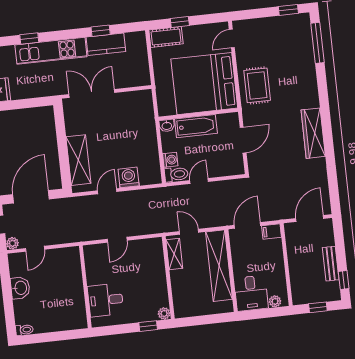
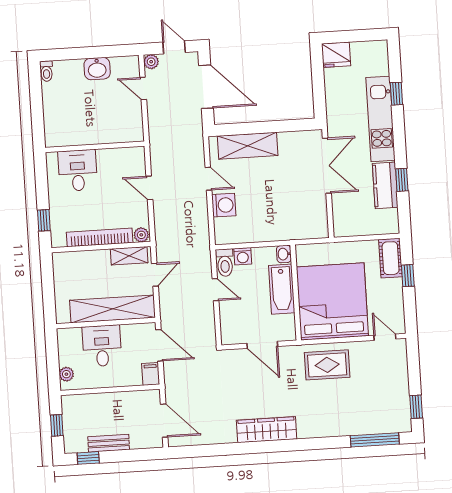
bookcase: (160, 279) -> (100, 237), added
desk: (251, 293) -> (102, 346), moved, turned 90
plant: (164, 314) -> (141, 235), moved

